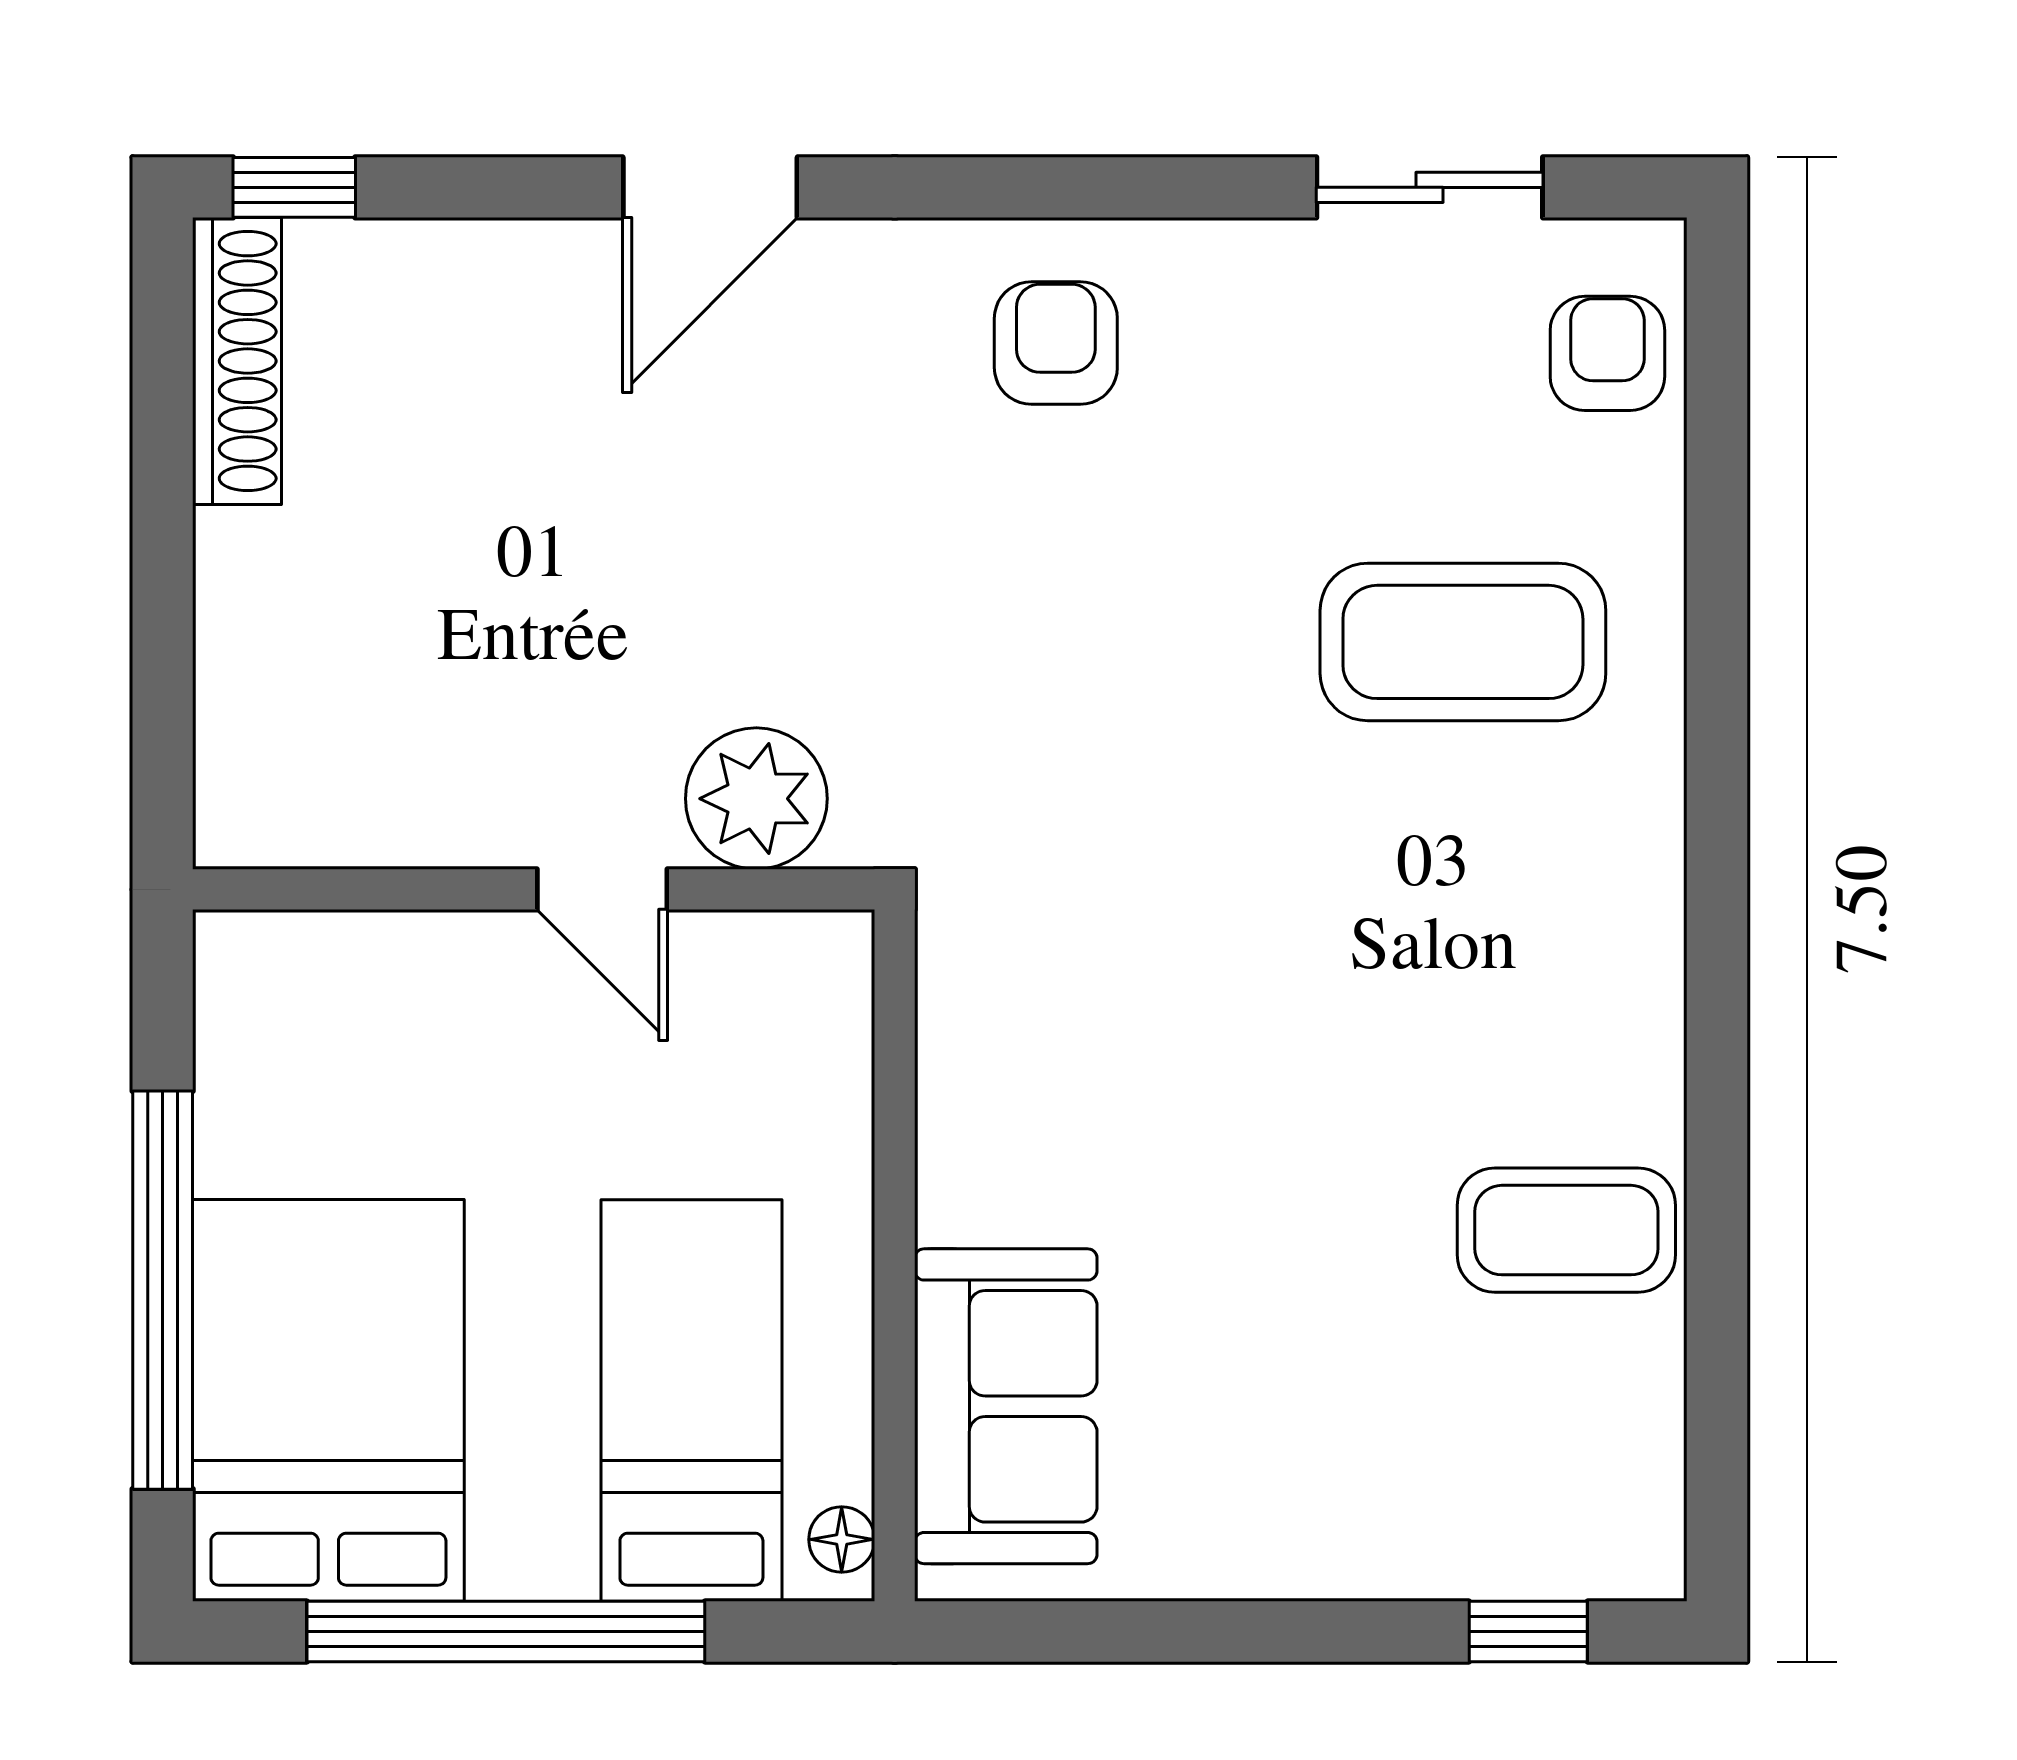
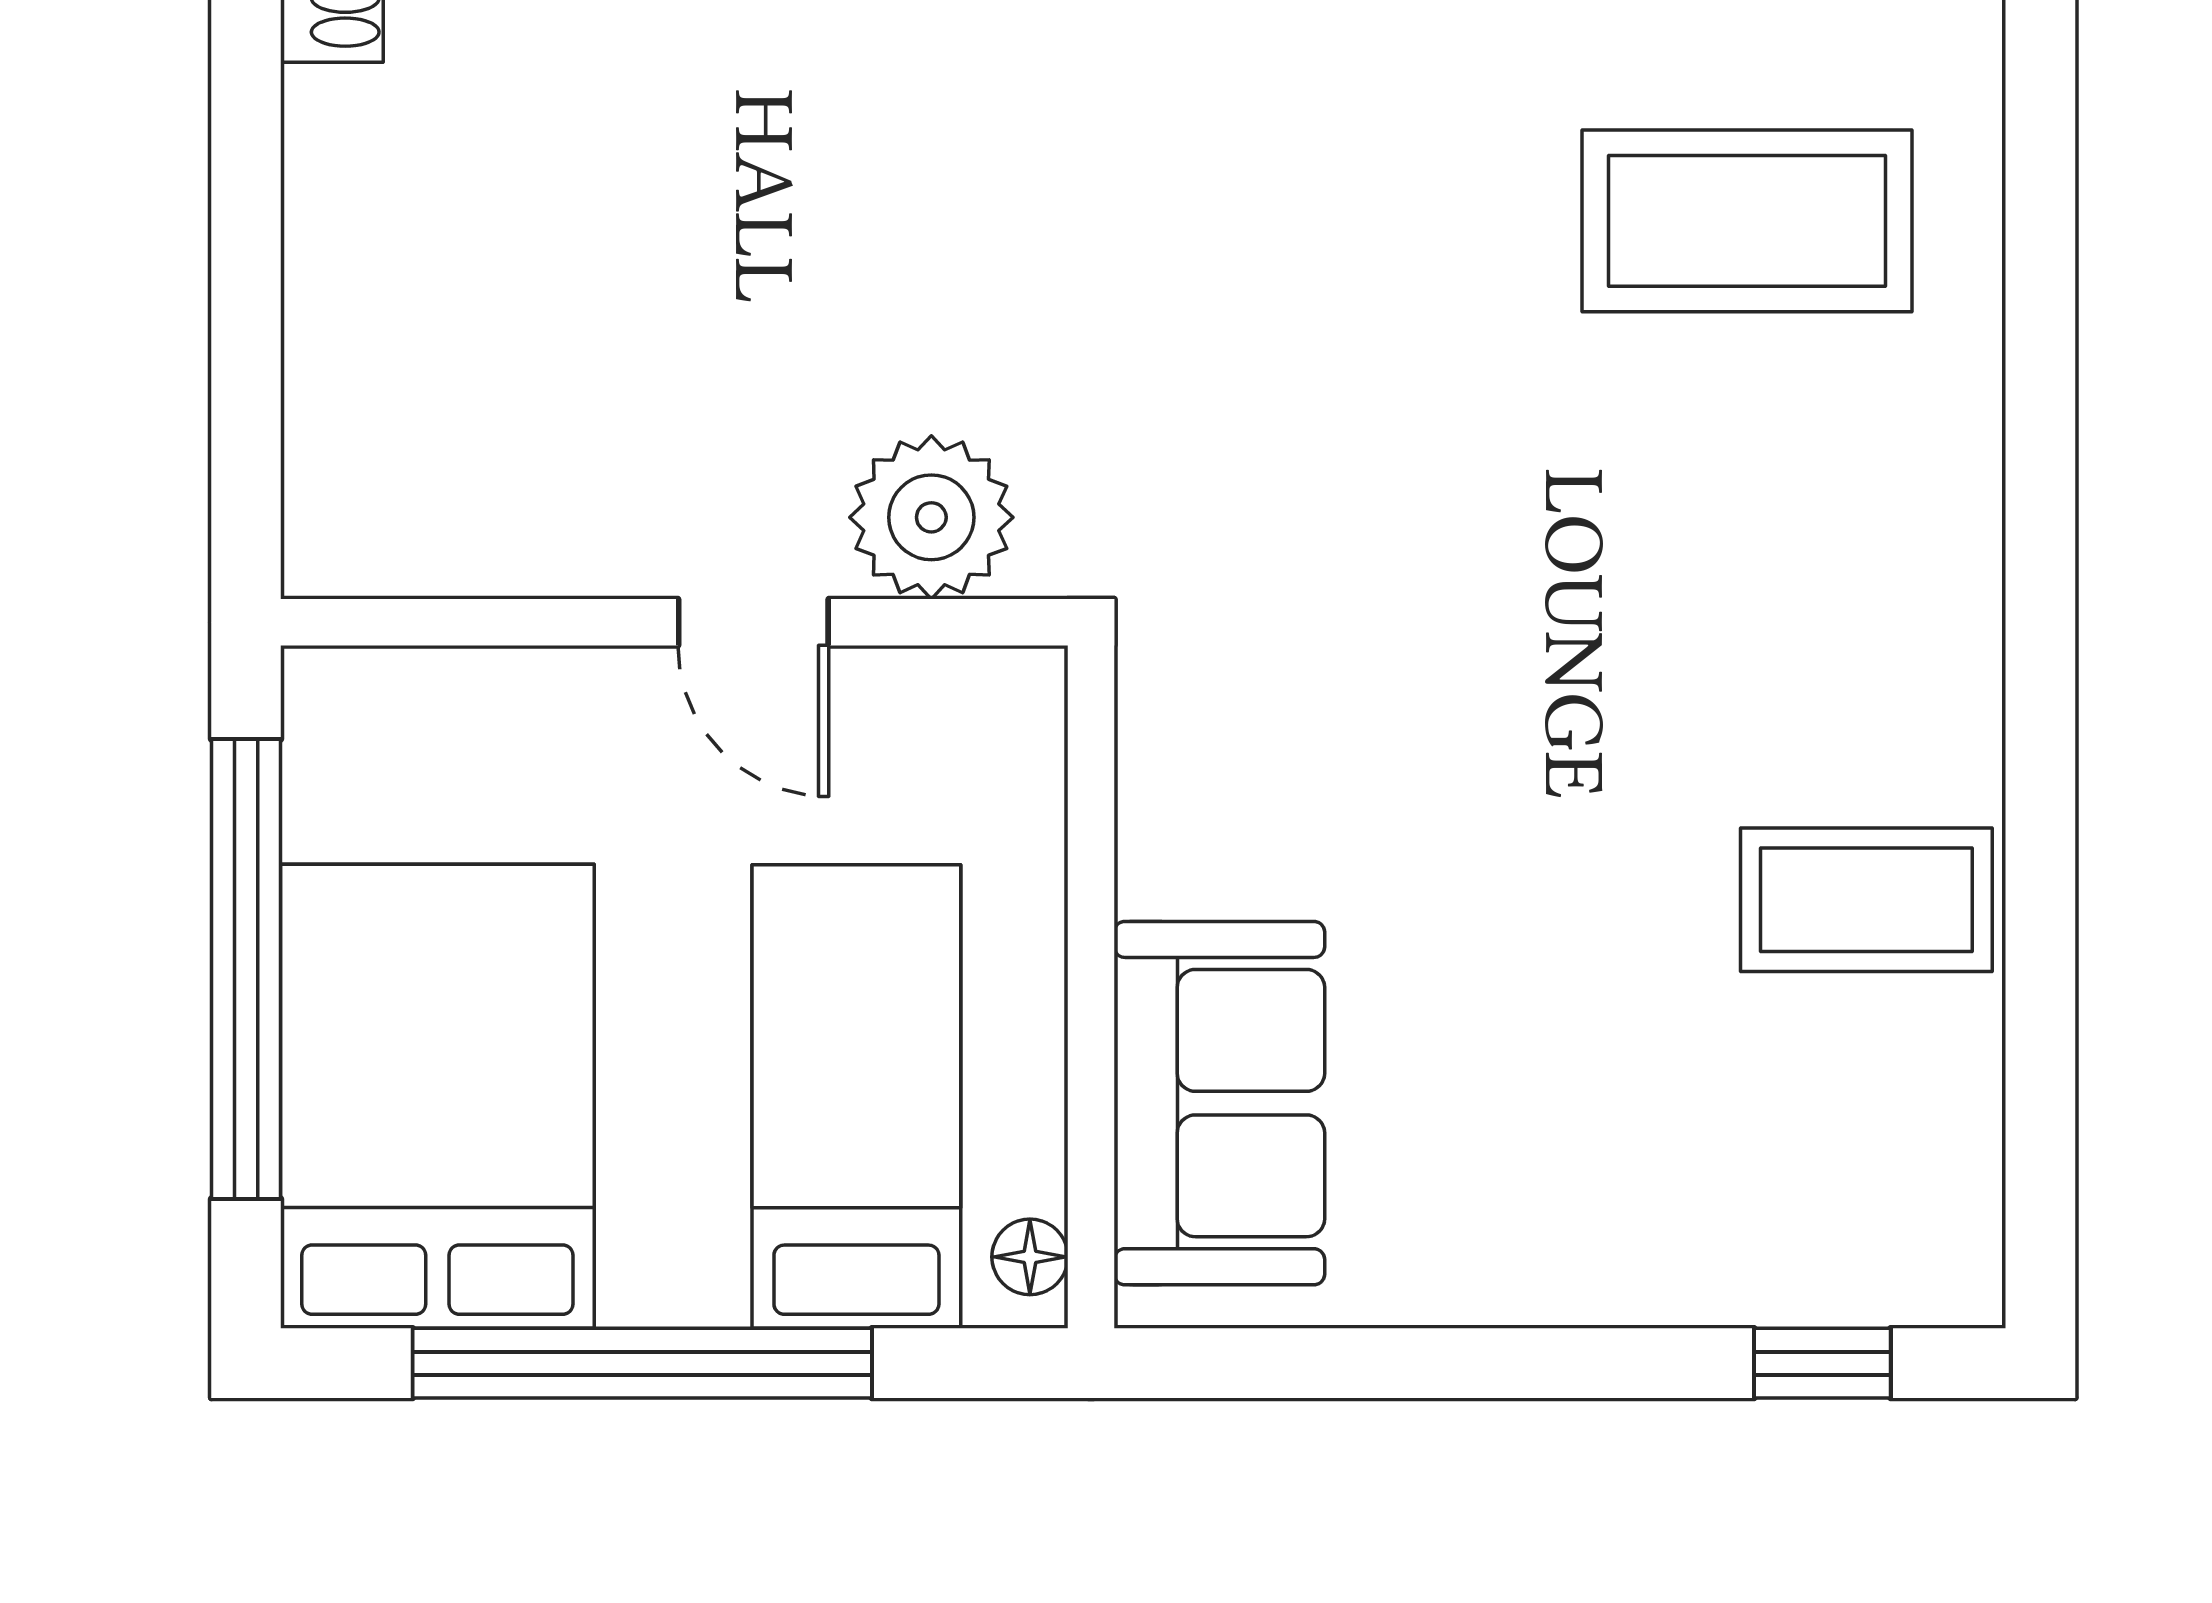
plant: (756, 799) -> (931, 517), moved
wall: (534, 889) -> (674, 622), moved
door: (602, 889) -> (753, 622), moved

